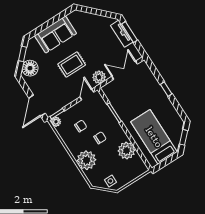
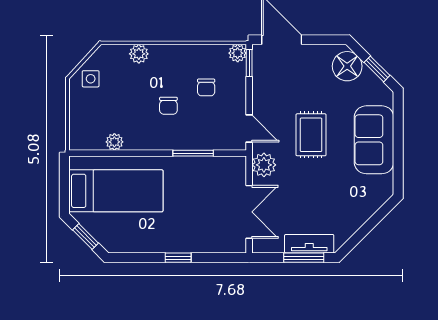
plant: (127, 151) -> (114, 142), width x0.53, depth x0.53
plant: (86, 160) -> (139, 54), width x0.53, depth x0.53

